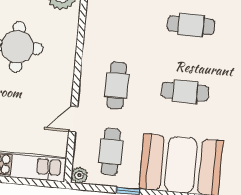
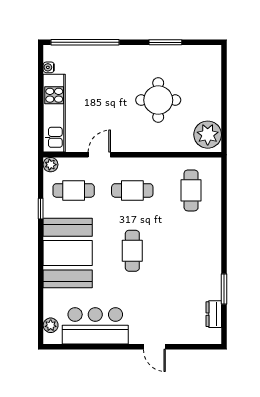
cafe table: (191, 25) -> (191, 190), moved
door: (73, 119) -> (99, 155), hinge flipped

